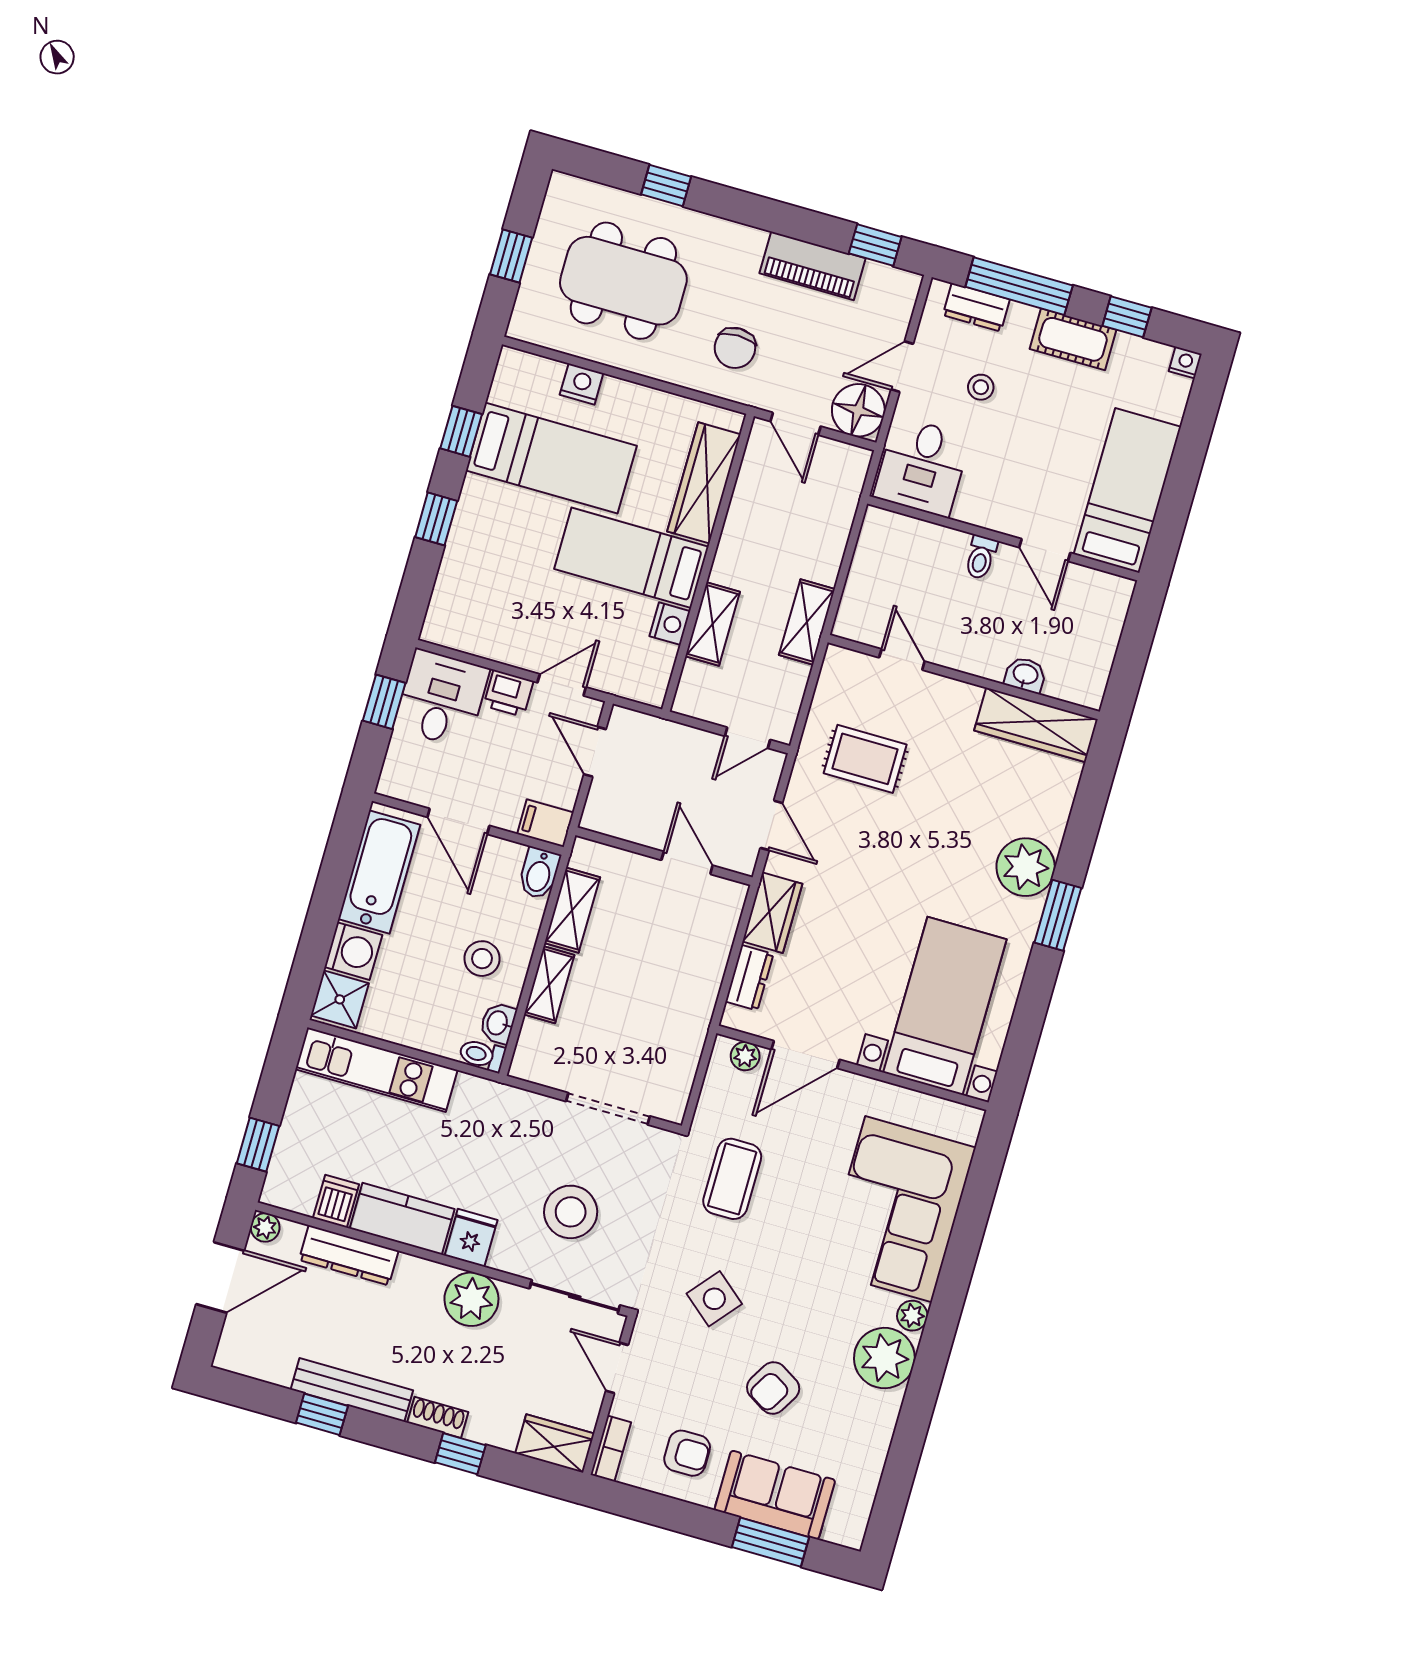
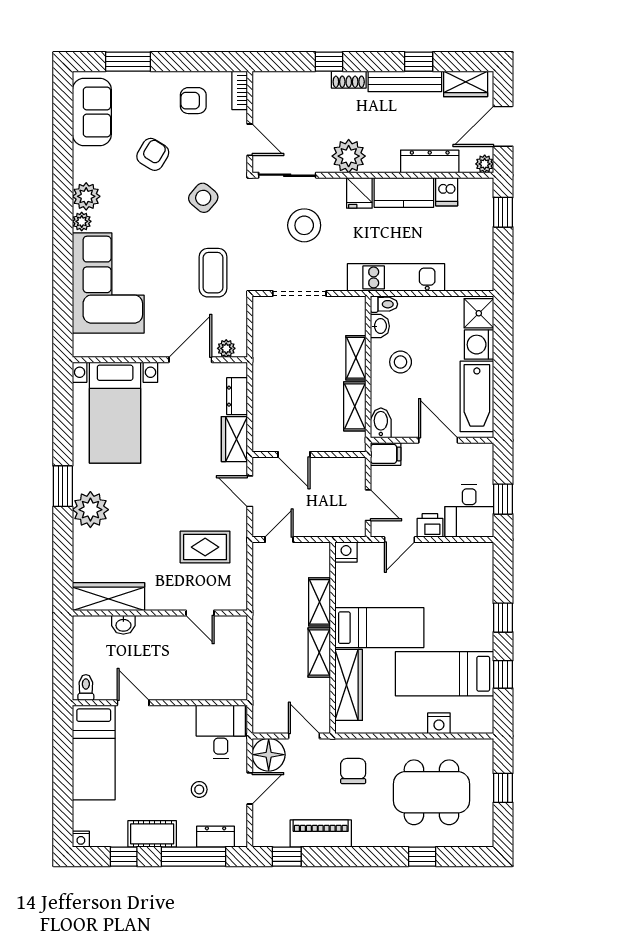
toilet: (981, 557) -> (86, 688), moved
shelving: (807, 622) -> (319, 652), moved
nightstand: (670, 624) -> (346, 552), moved, turned 90
kitchen unit: (376, 1070) -> (396, 277), moved
plant: (884, 1358) -> (86, 196), width x0.73, depth x0.73
wardrobe: (555, 1443) -> (466, 84), moved
sofa: (775, 1495) -> (92, 112), moved, turned -90

